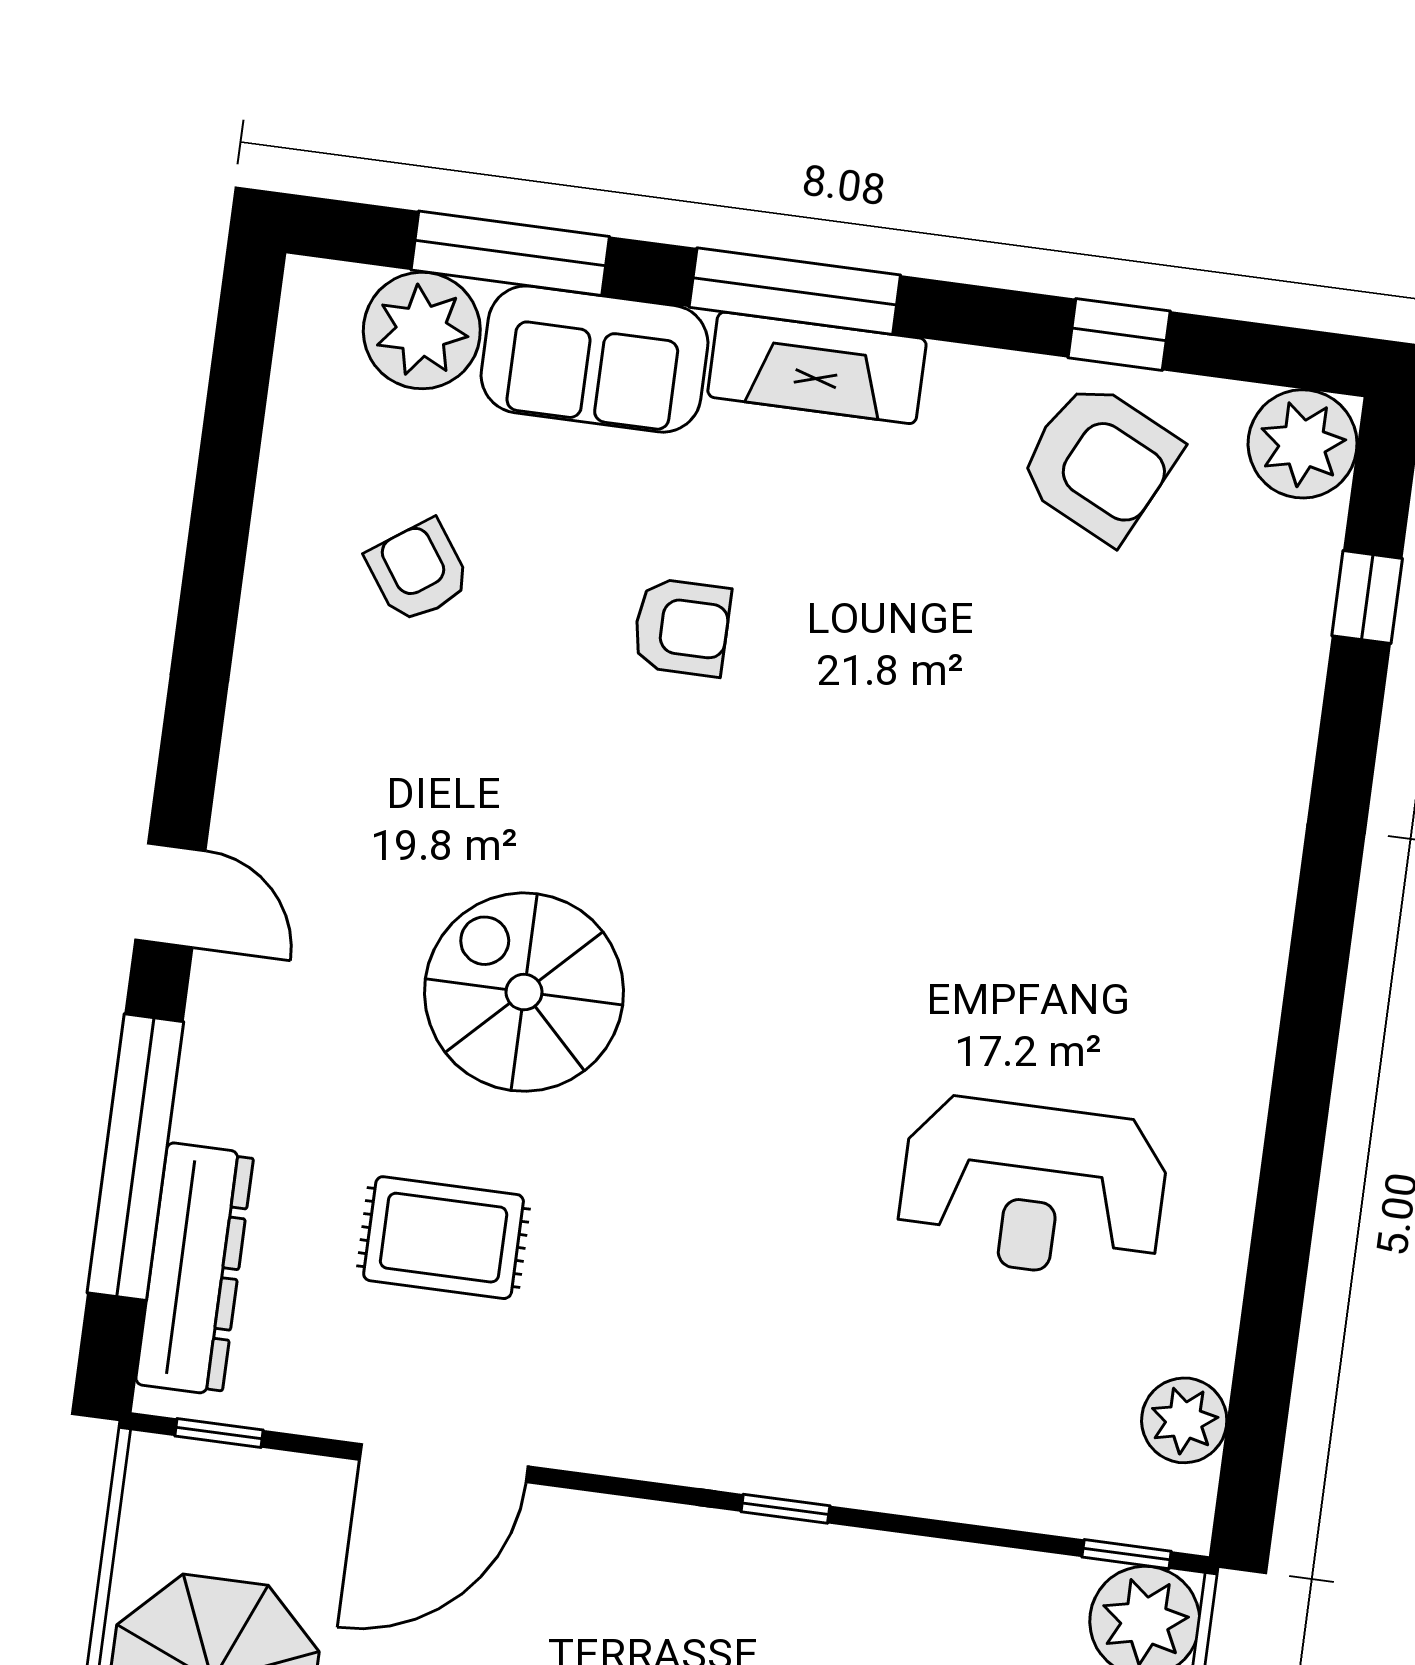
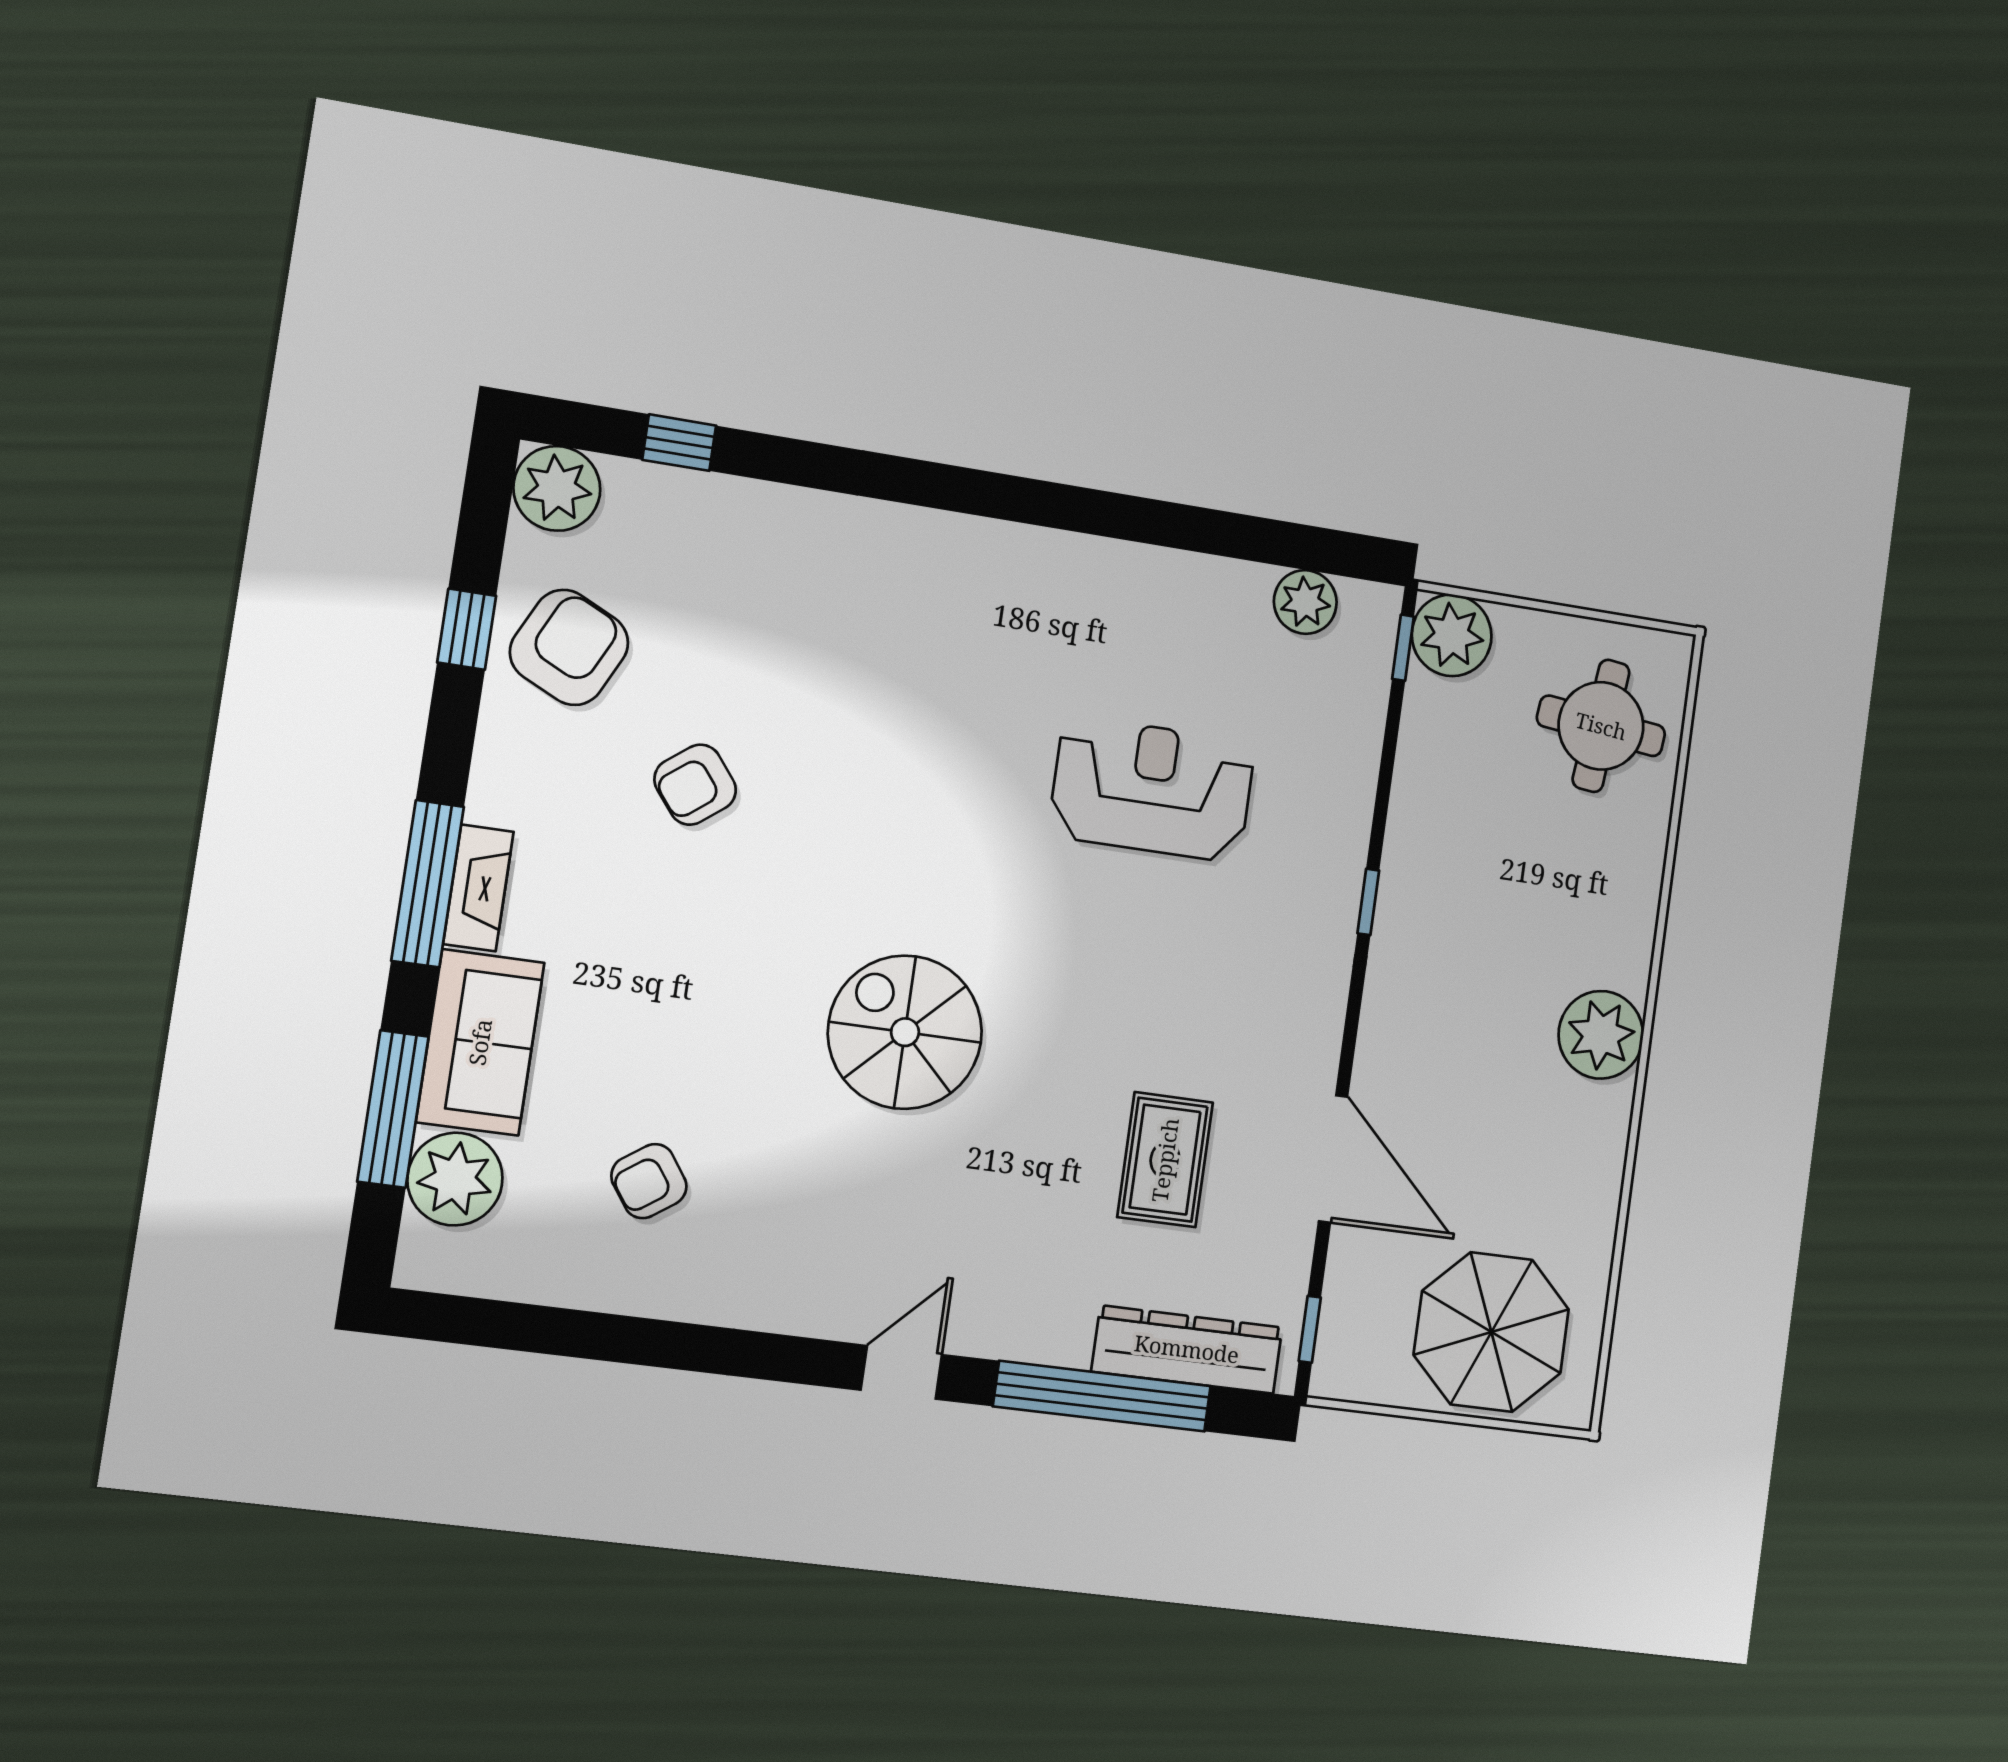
fireplace: (817, 368) -> (478, 888), width x0.73, depth x0.76
armchair: (682, 627) -> (695, 785), moved, turned -128
spiral stairs: (524, 992) -> (905, 1032), moved, turned 90
reception desk: (1033, 1188) -> (1152, 789), moved, turned -90

